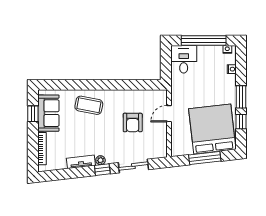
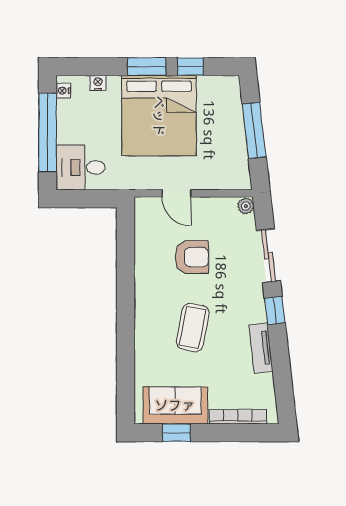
coffee table: (89, 105) -> (193, 328), moved
bed: (212, 129) -> (159, 116), moved, turned -83
plant: (100, 160) -> (246, 206), moved

